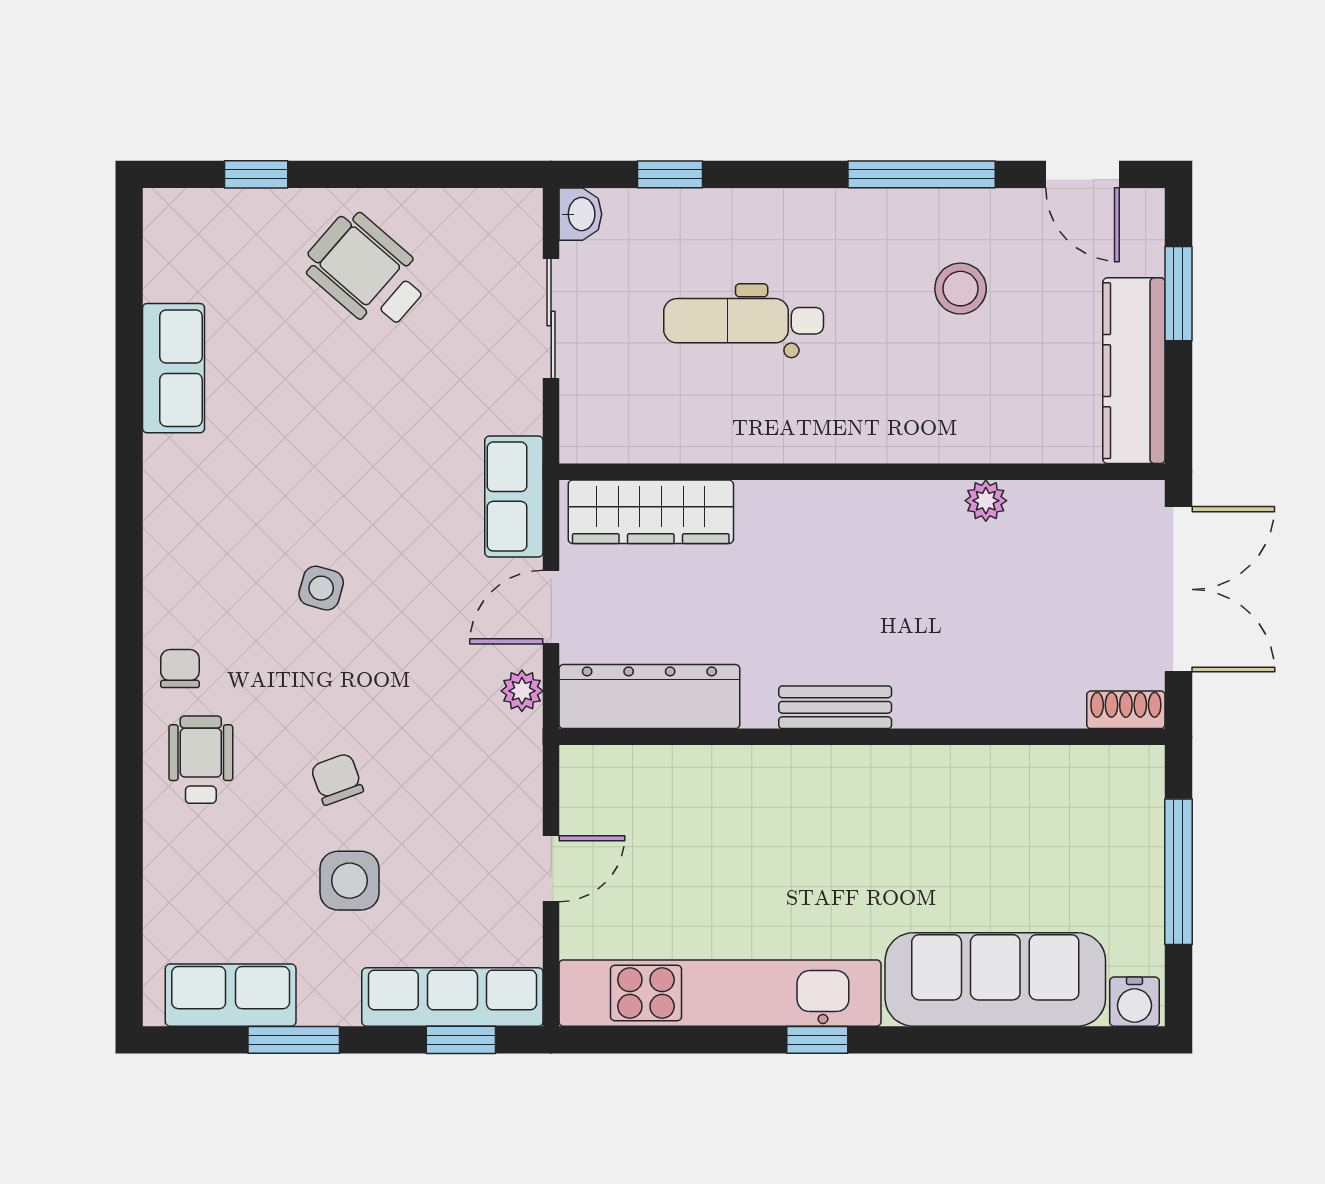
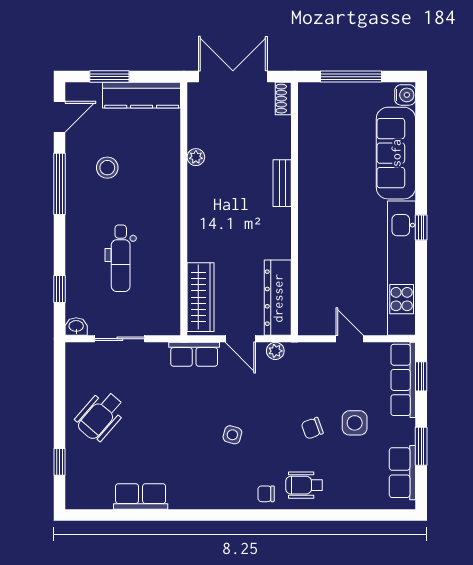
bench: (835, 707) -> (282, 183), moved

